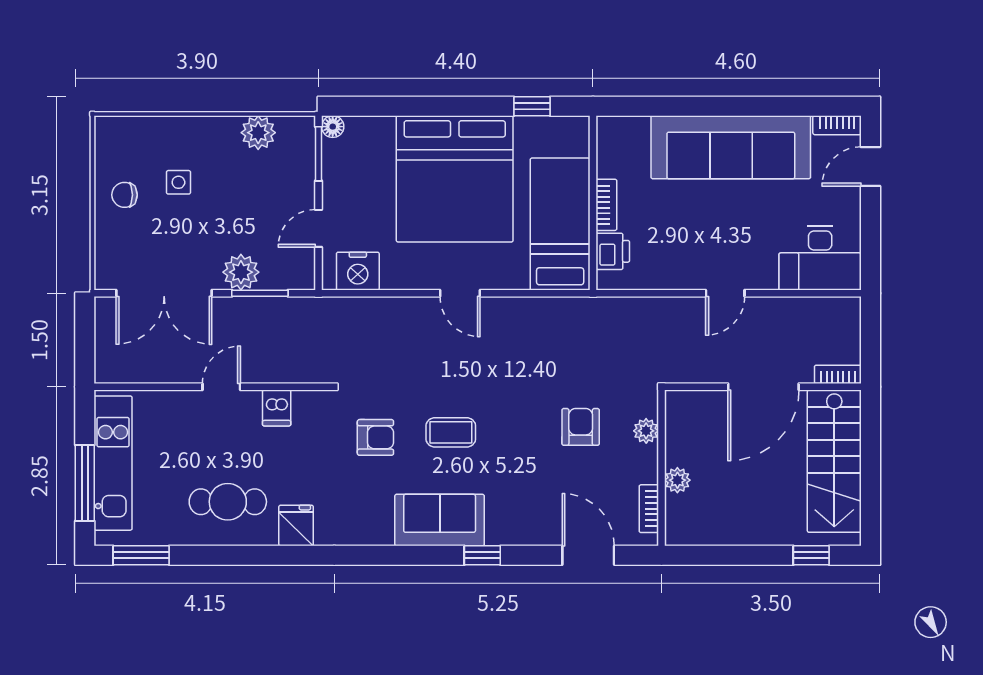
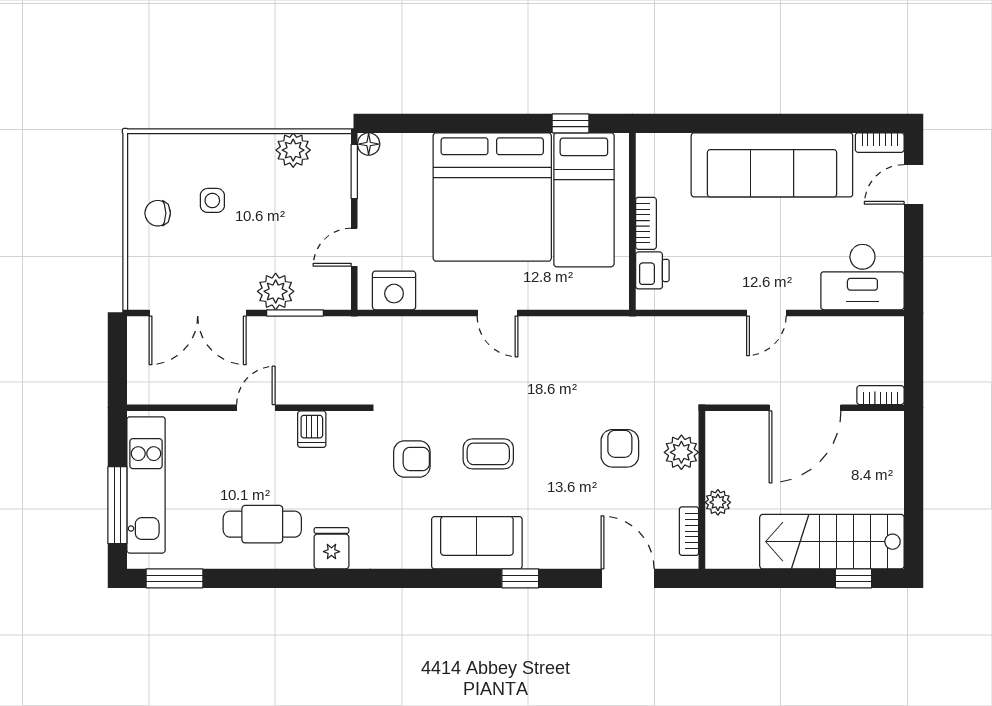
bed: (560, 224) -> (584, 200), moved, turned 180
plant: (646, 431) -> (681, 452), width x1.38, depth x1.38
stairs: (834, 461) -> (832, 542), moved, turned 90

